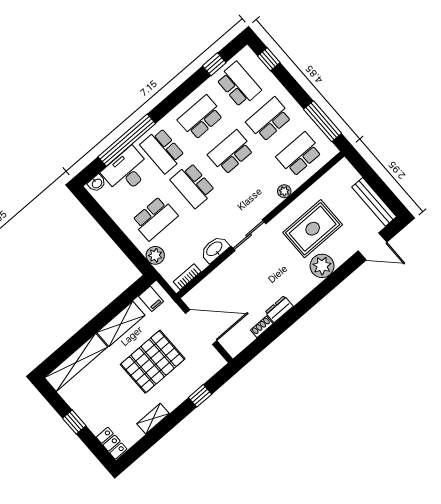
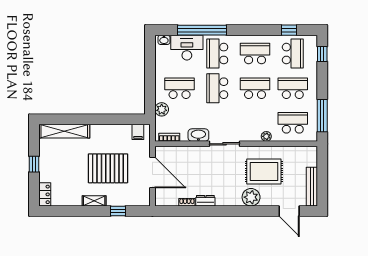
school desk: (155, 218) -> (180, 88), turned 180
shelving: (121, 324) -> (109, 131), removed
shelving: (153, 419) -> (94, 201), moved

